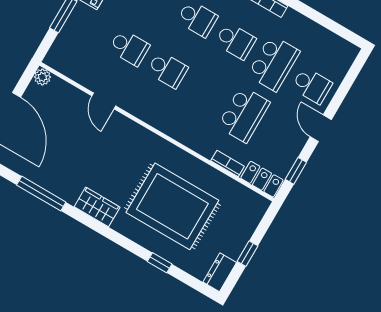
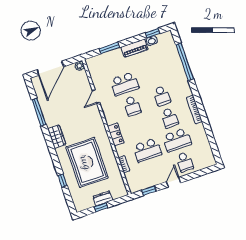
school desk: (129, 47) -> (125, 84), width x1.85
locker: (262, 179) -> (116, 134), moved
dresser: (220, 272) -> (103, 198), moved

